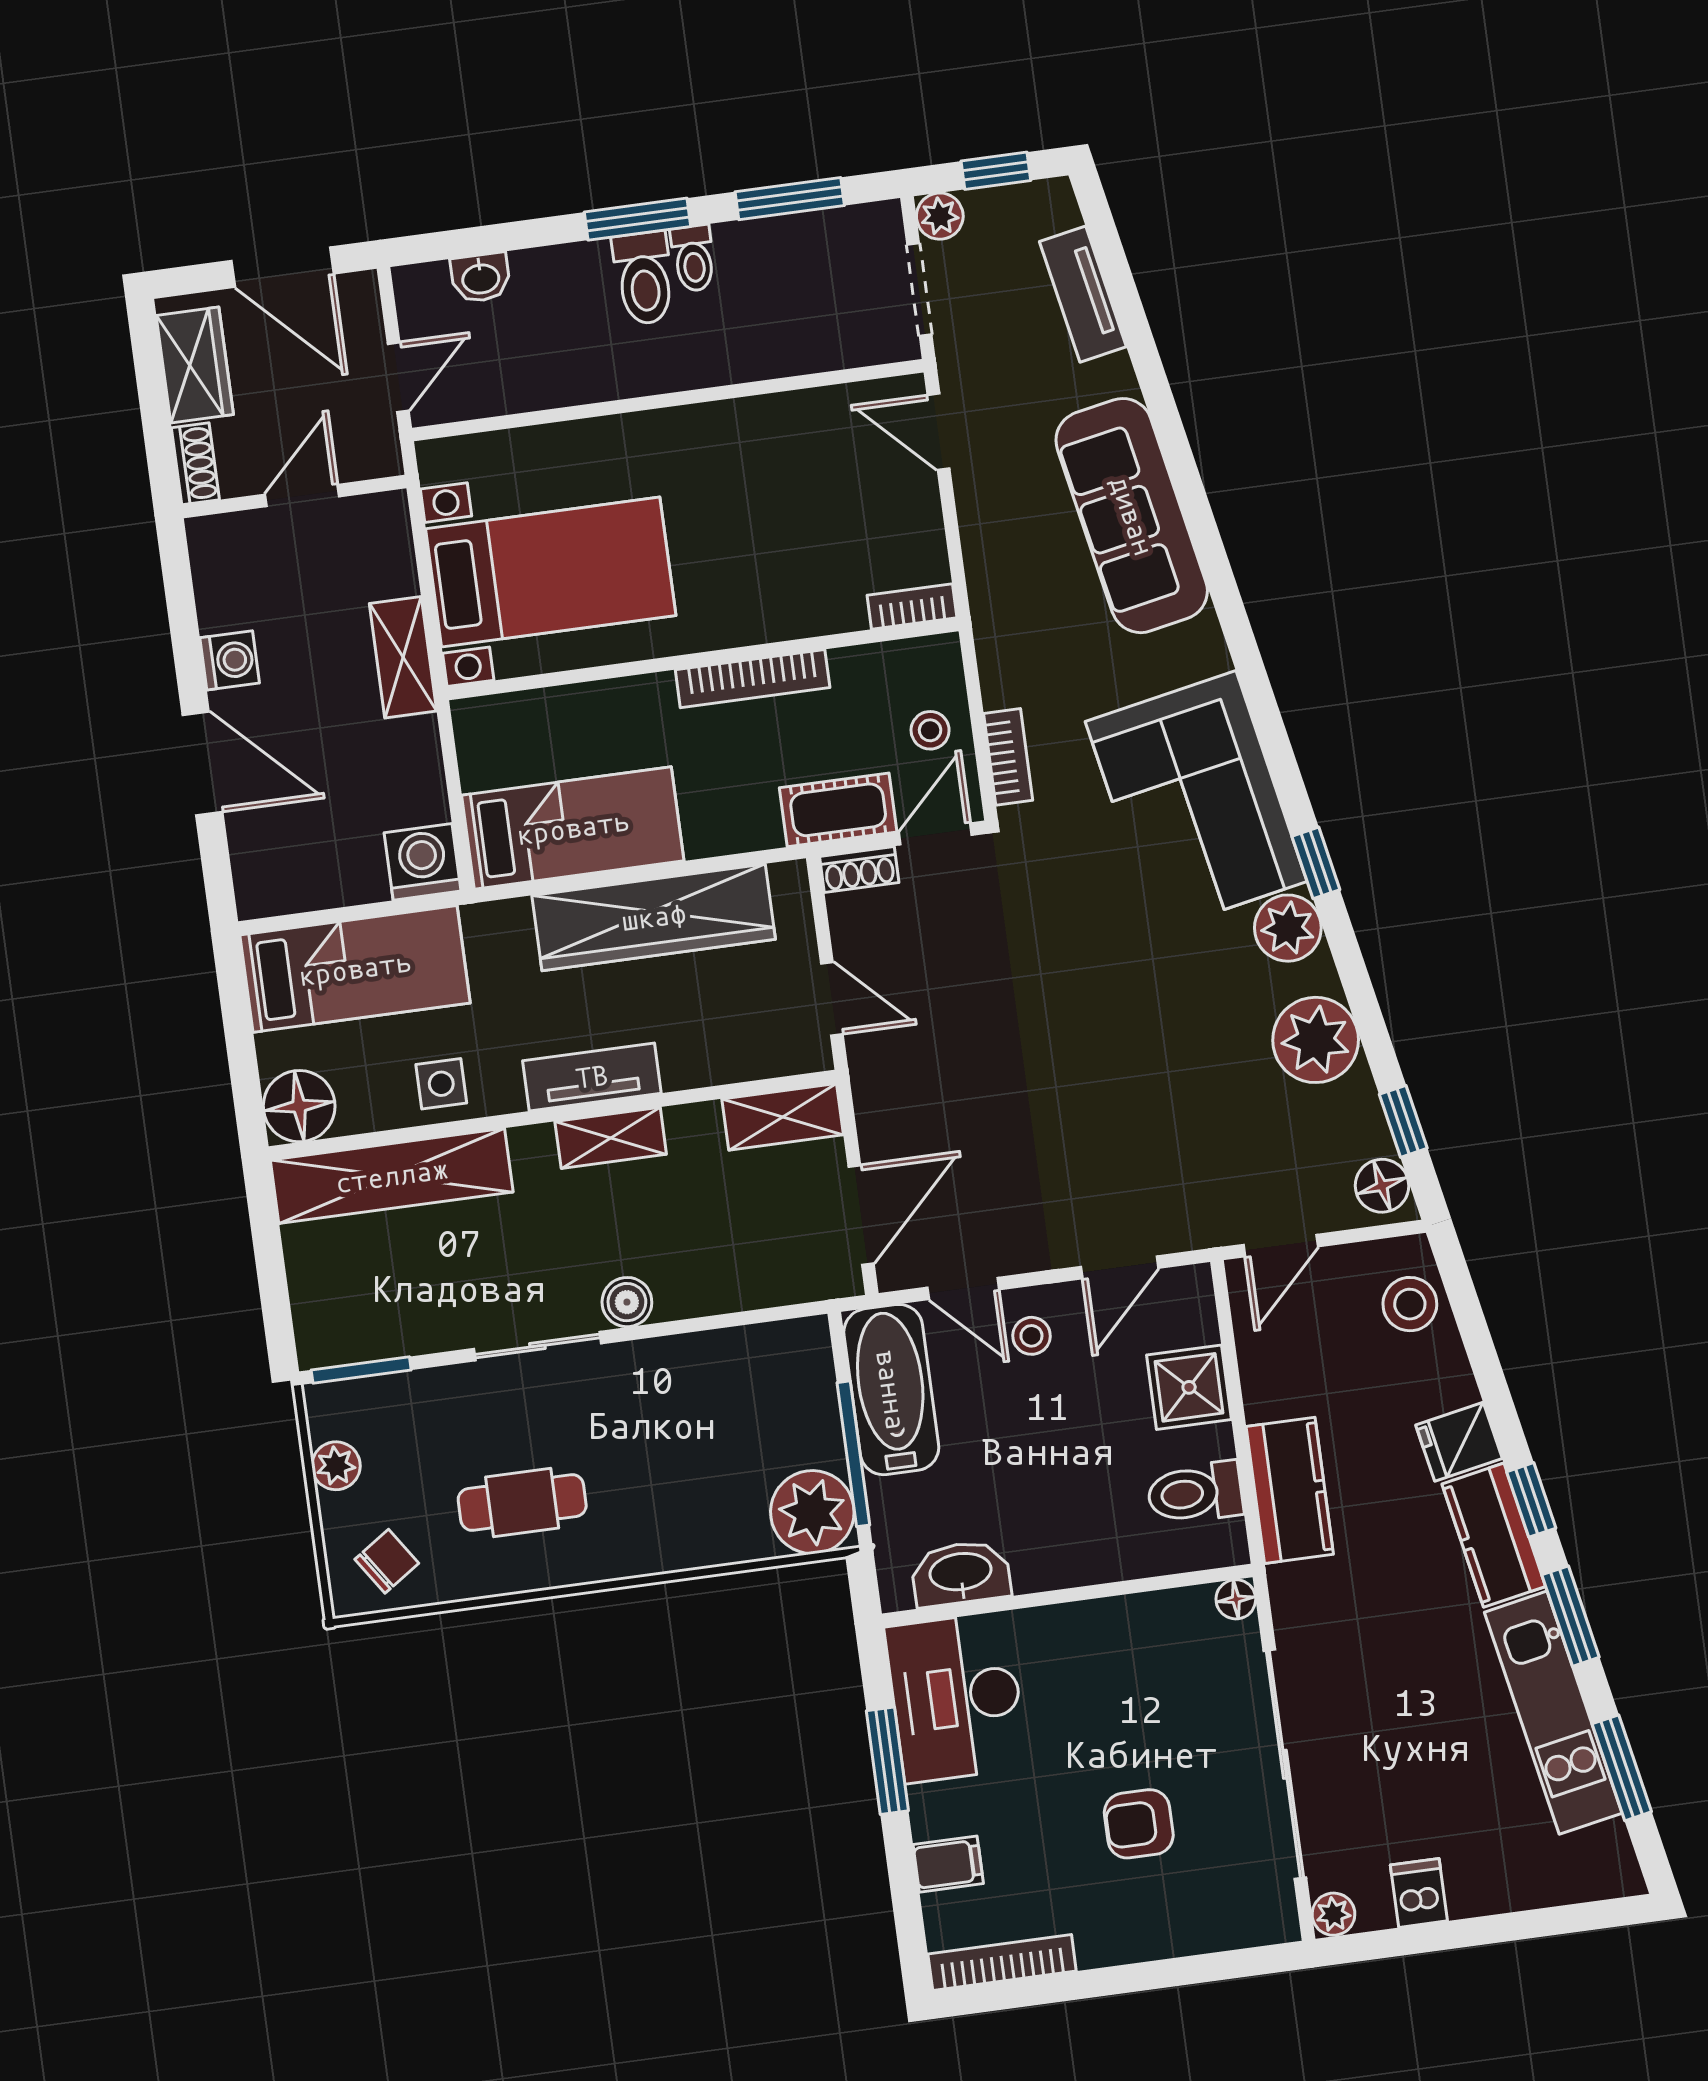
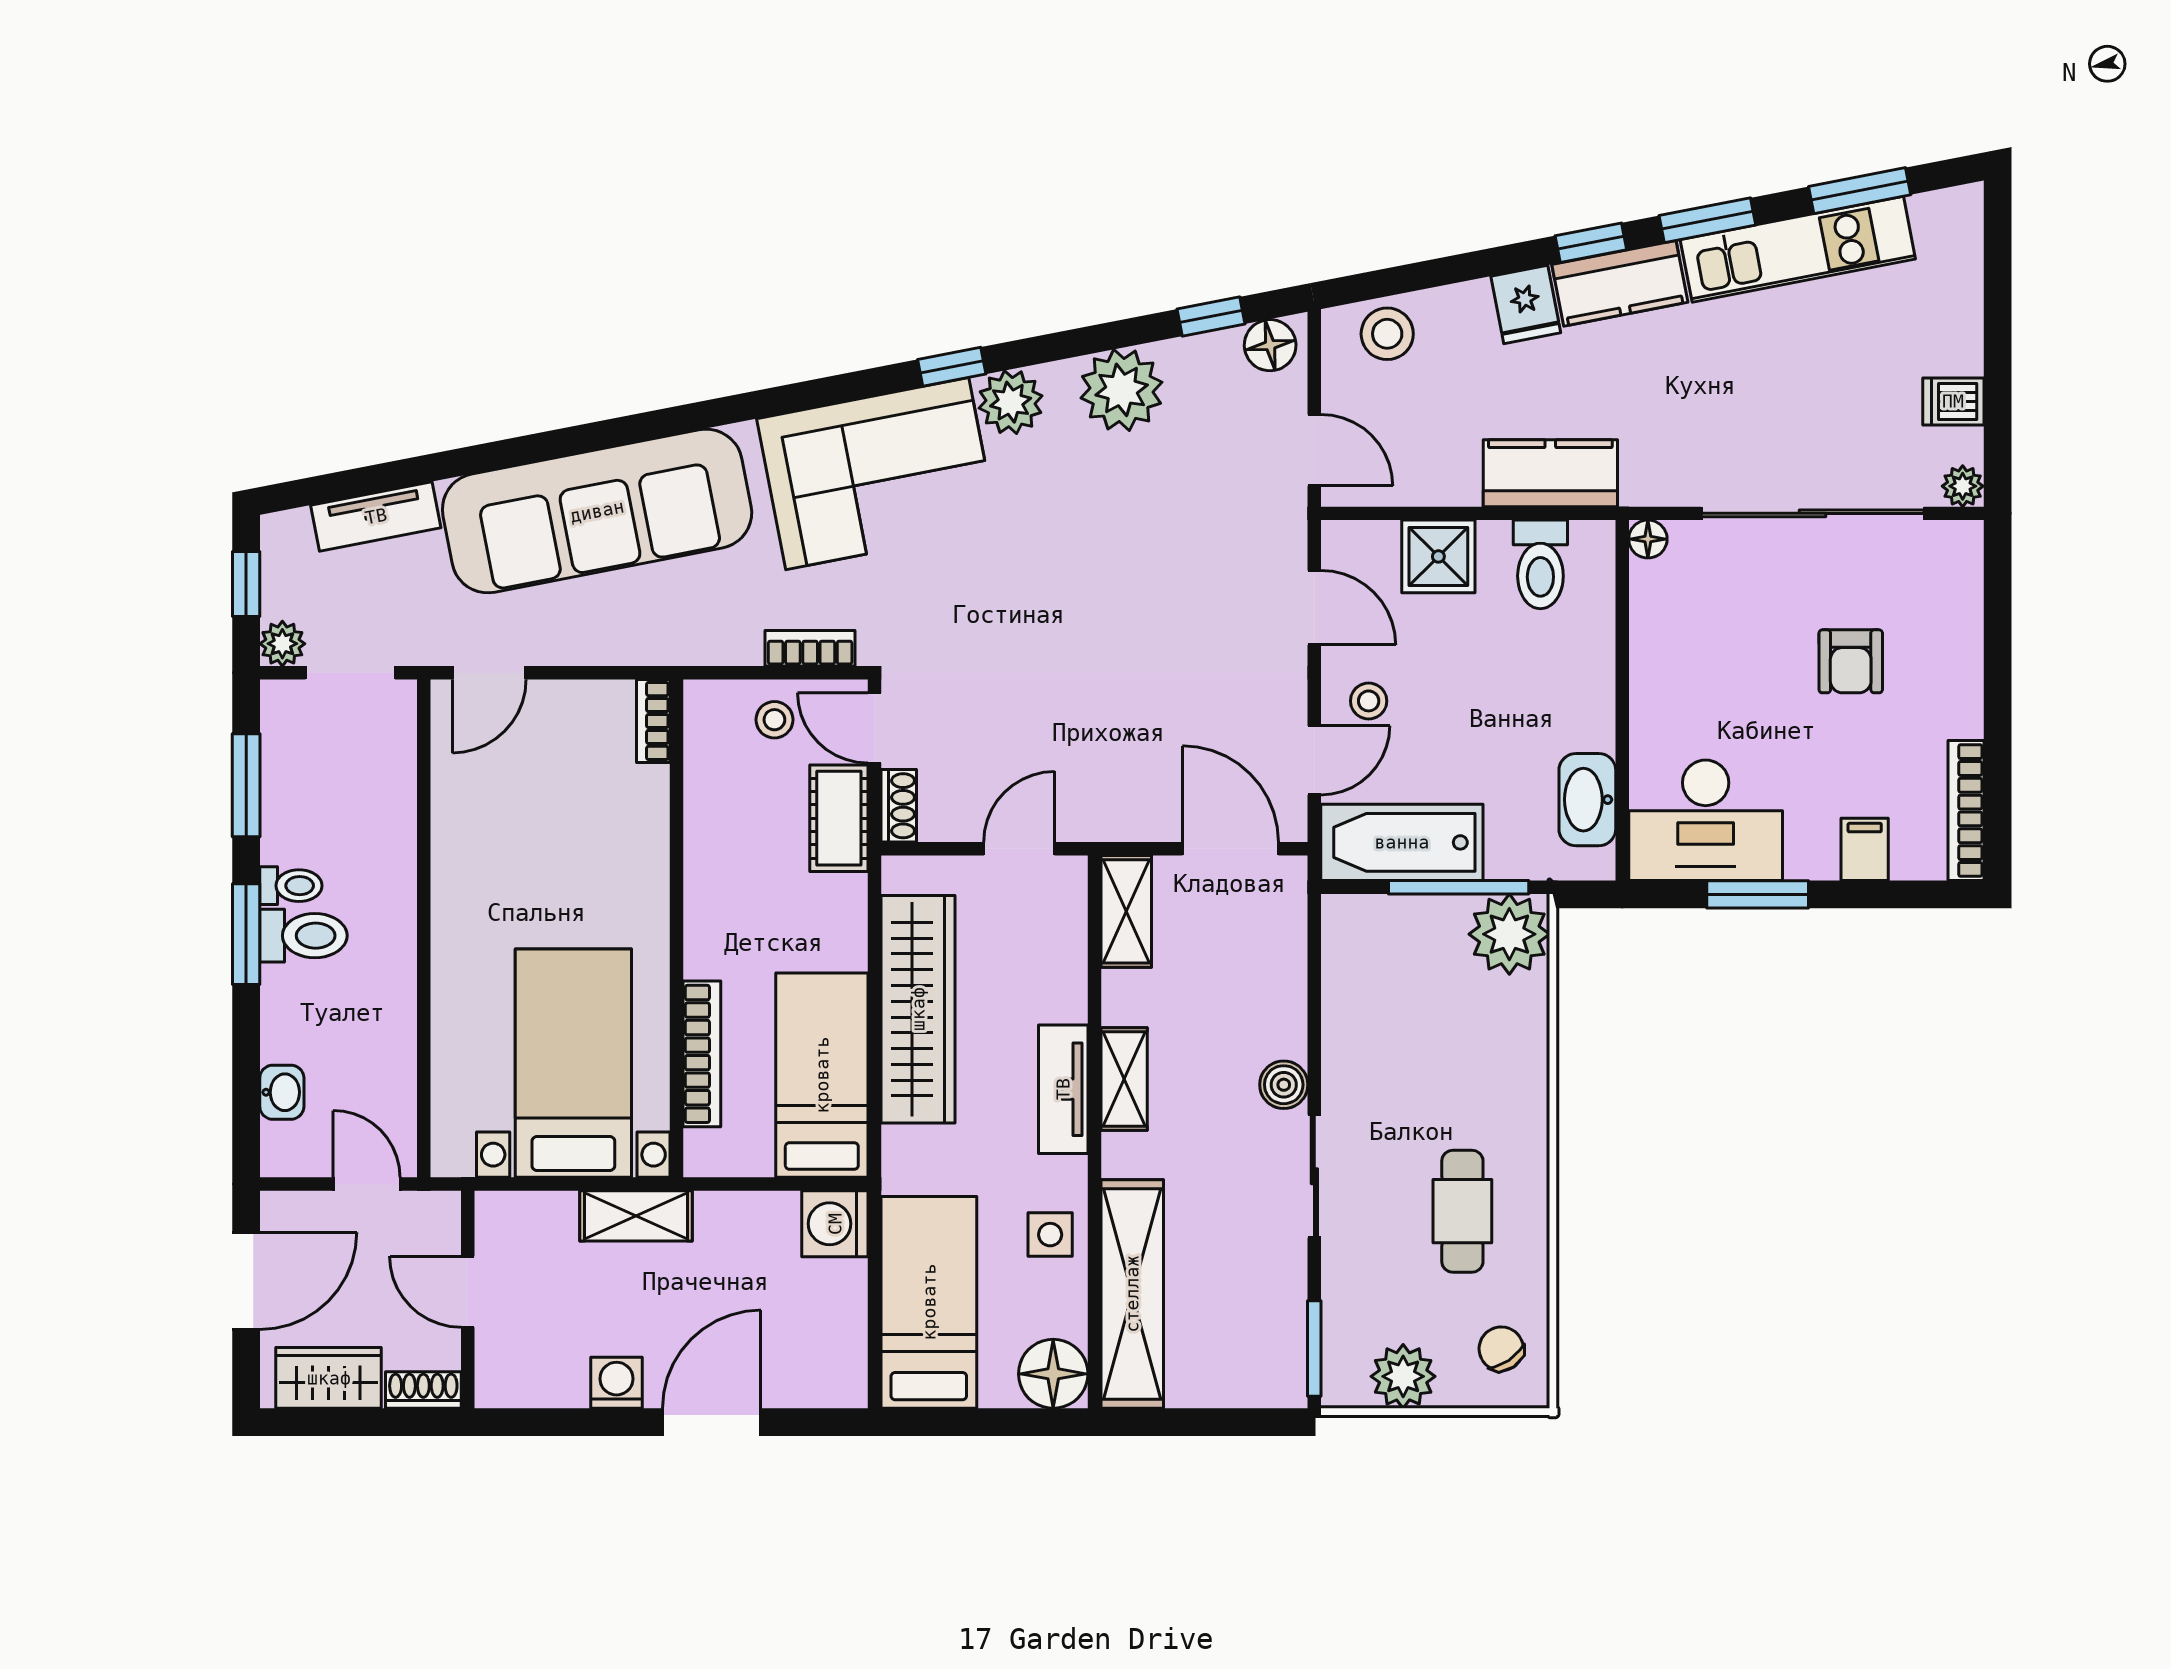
sofa: (1132, 516) -> (597, 511), width x1.36, depth x1.27
bookcase: (753, 679) -> (702, 1054), moved
plant: (336, 1466) -> (1403, 1376), width x1.38, depth x1.38

